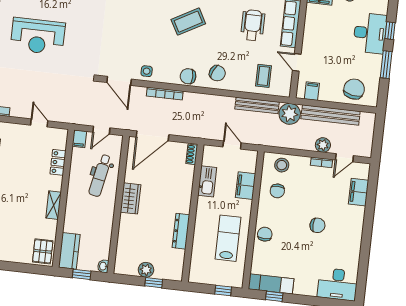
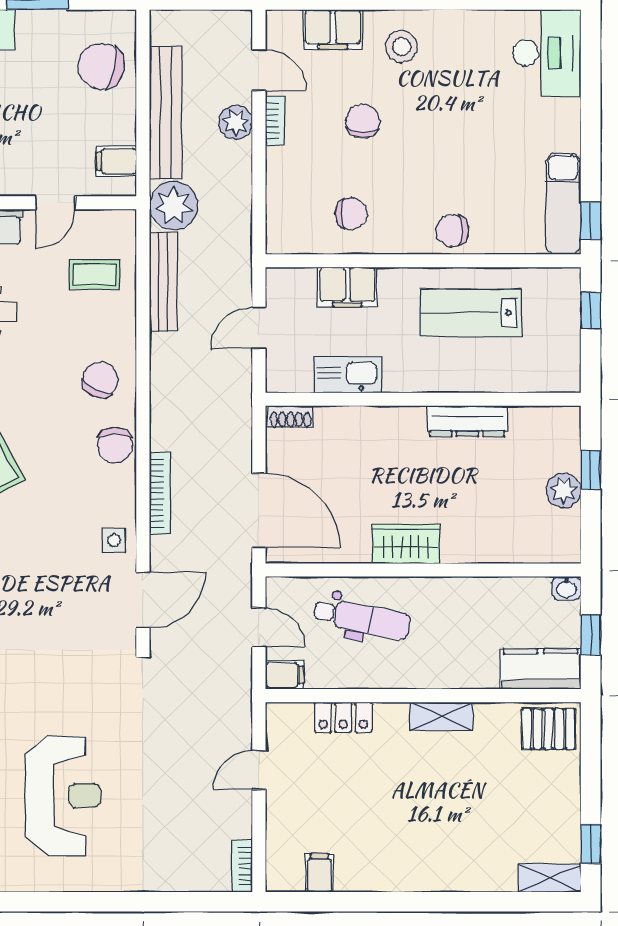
stool: (282, 165) -> (402, 46), moved
chair: (317, 225) -> (363, 121), moved
window: (274, 296) -> (591, 221), moved

